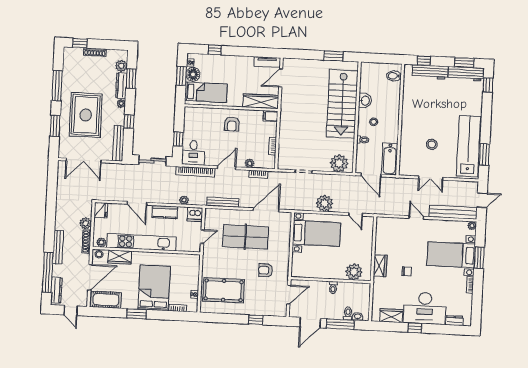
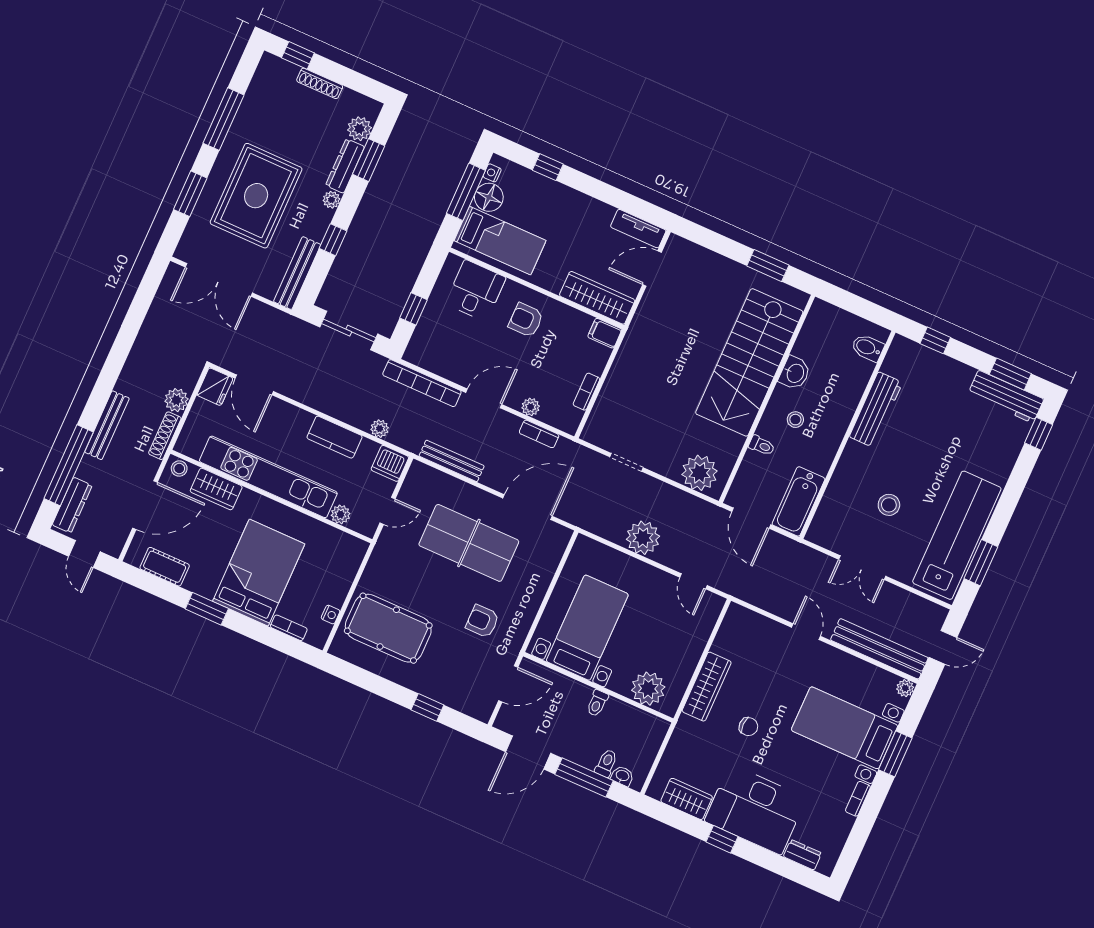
workbench: (430, 72) -> (876, 410), moved, turned -90
window: (181, 76) -> (466, 192), width x1.44
armchair: (232, 124) -> (526, 320), turned 90
desk: (193, 153) -> (476, 291), moved, turned 180
door: (137, 203) -> (254, 385), moved
bed with nightstands: (316, 233) -> (587, 628), moved, turned -90
plant: (101, 243) -> (341, 514), moved
wardrobe: (380, 266) -> (707, 687), width x1.50
cot: (106, 300) -> (165, 567), width x0.73, depth x0.75

